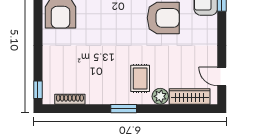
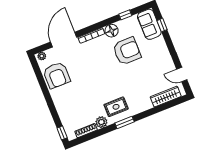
rug: (140, 78) -> (116, 107), moved, turned 90
plant: (160, 96) -> (101, 122), moved

